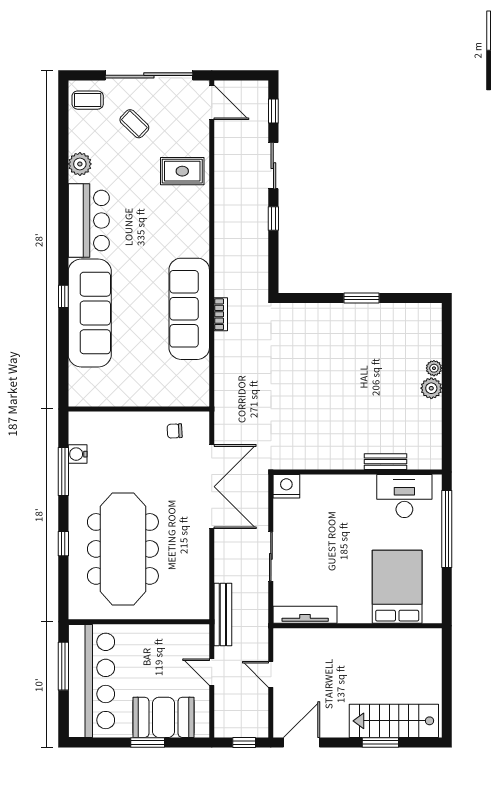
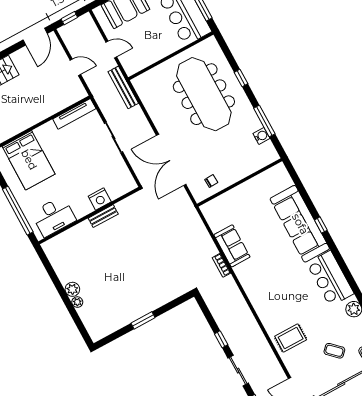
sofa: (189, 309) -> (232, 246), width x0.54, depth x0.79
bench: (385, 462) -> (103, 216), moved
nightstand: (286, 486) -> (100, 199), moved

